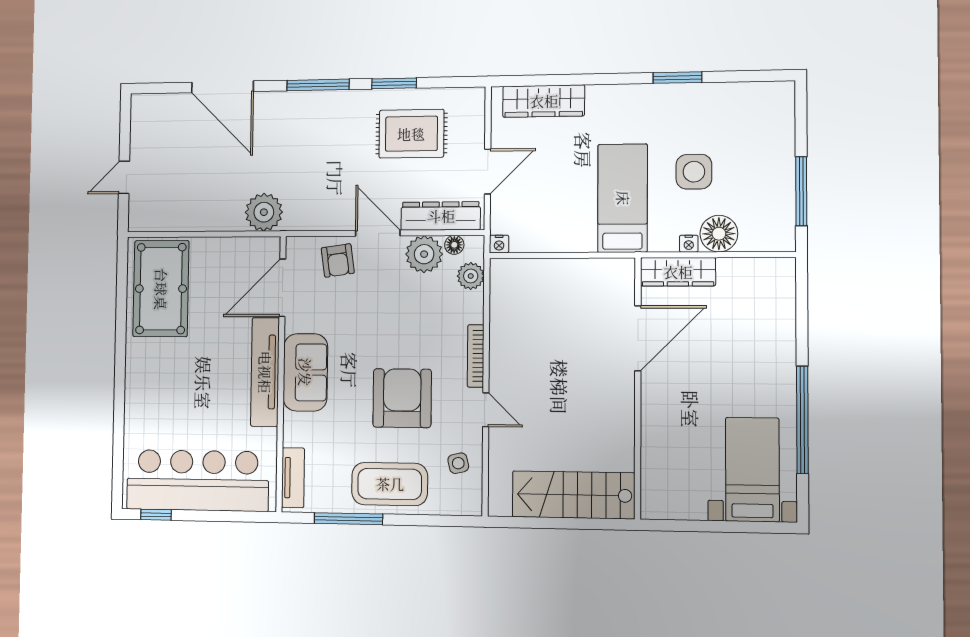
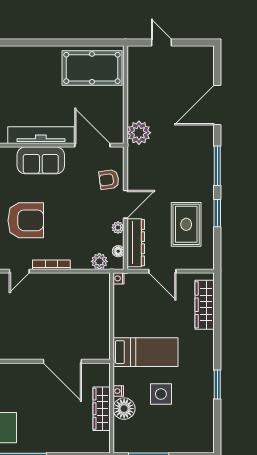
plant: (424, 254) -> (118, 228), width x0.53, depth x0.53
wardrobe: (678, 272) -> (102, 409), moved

